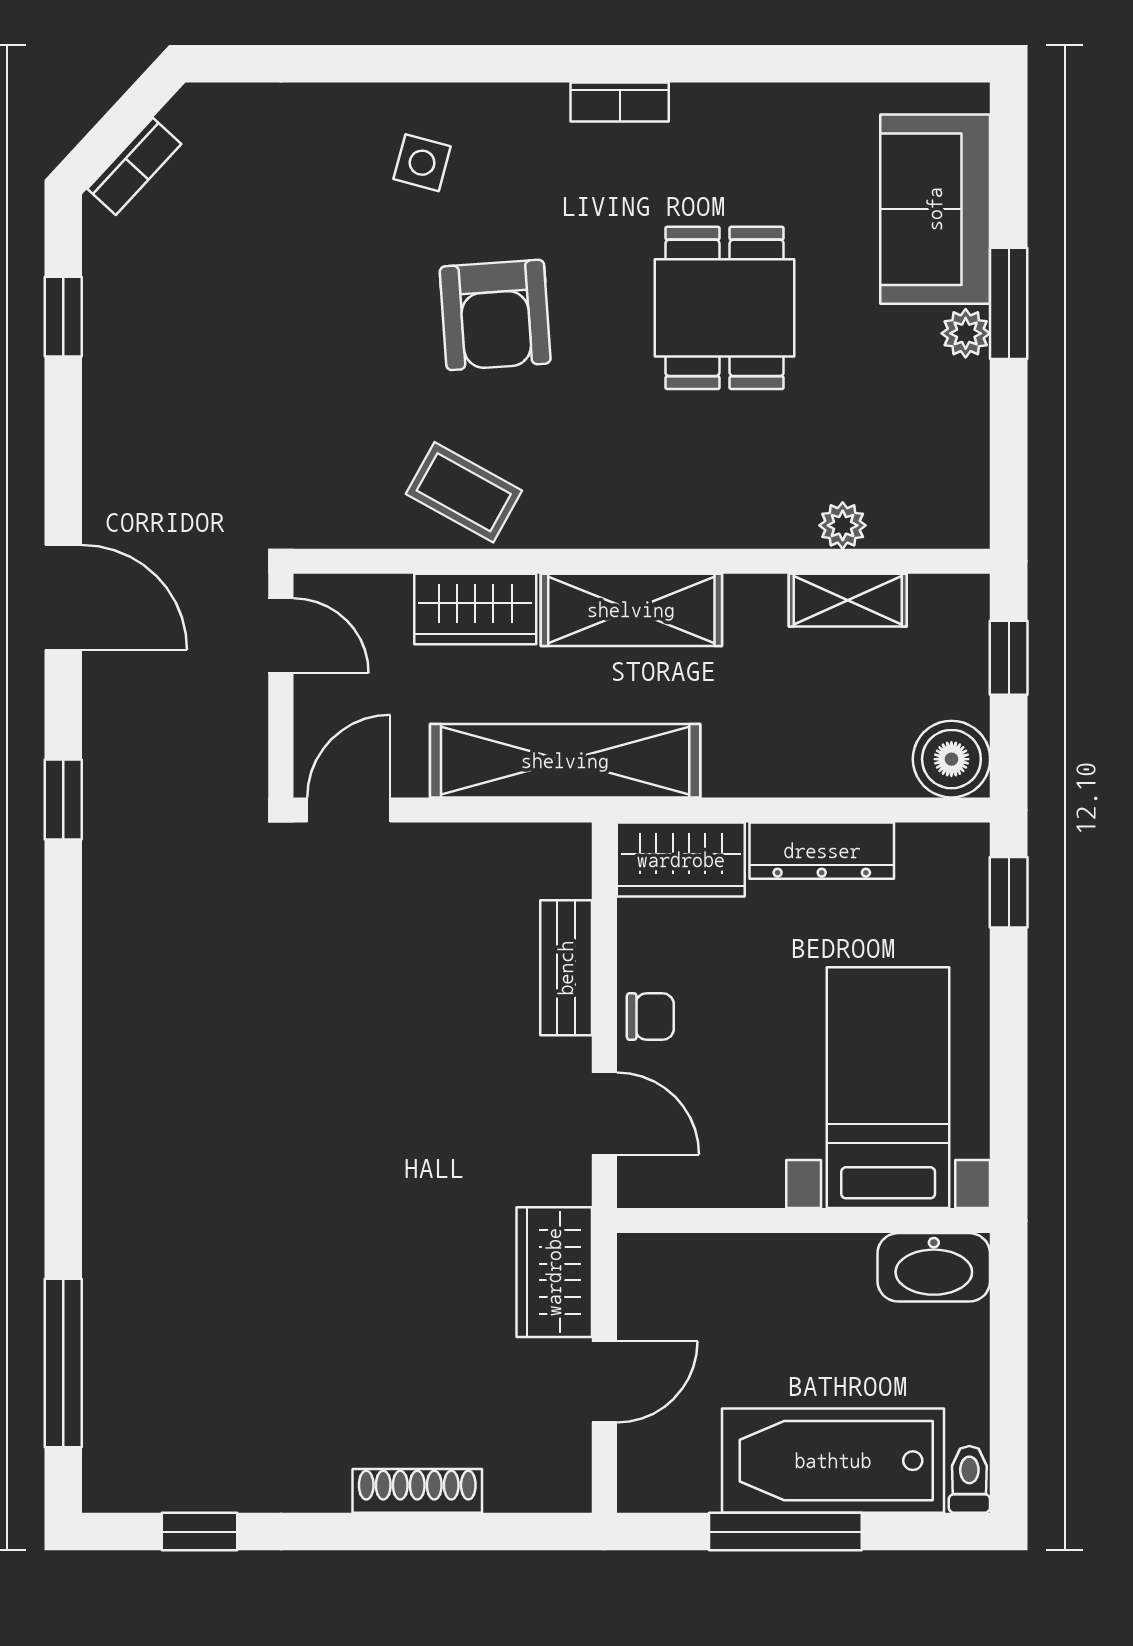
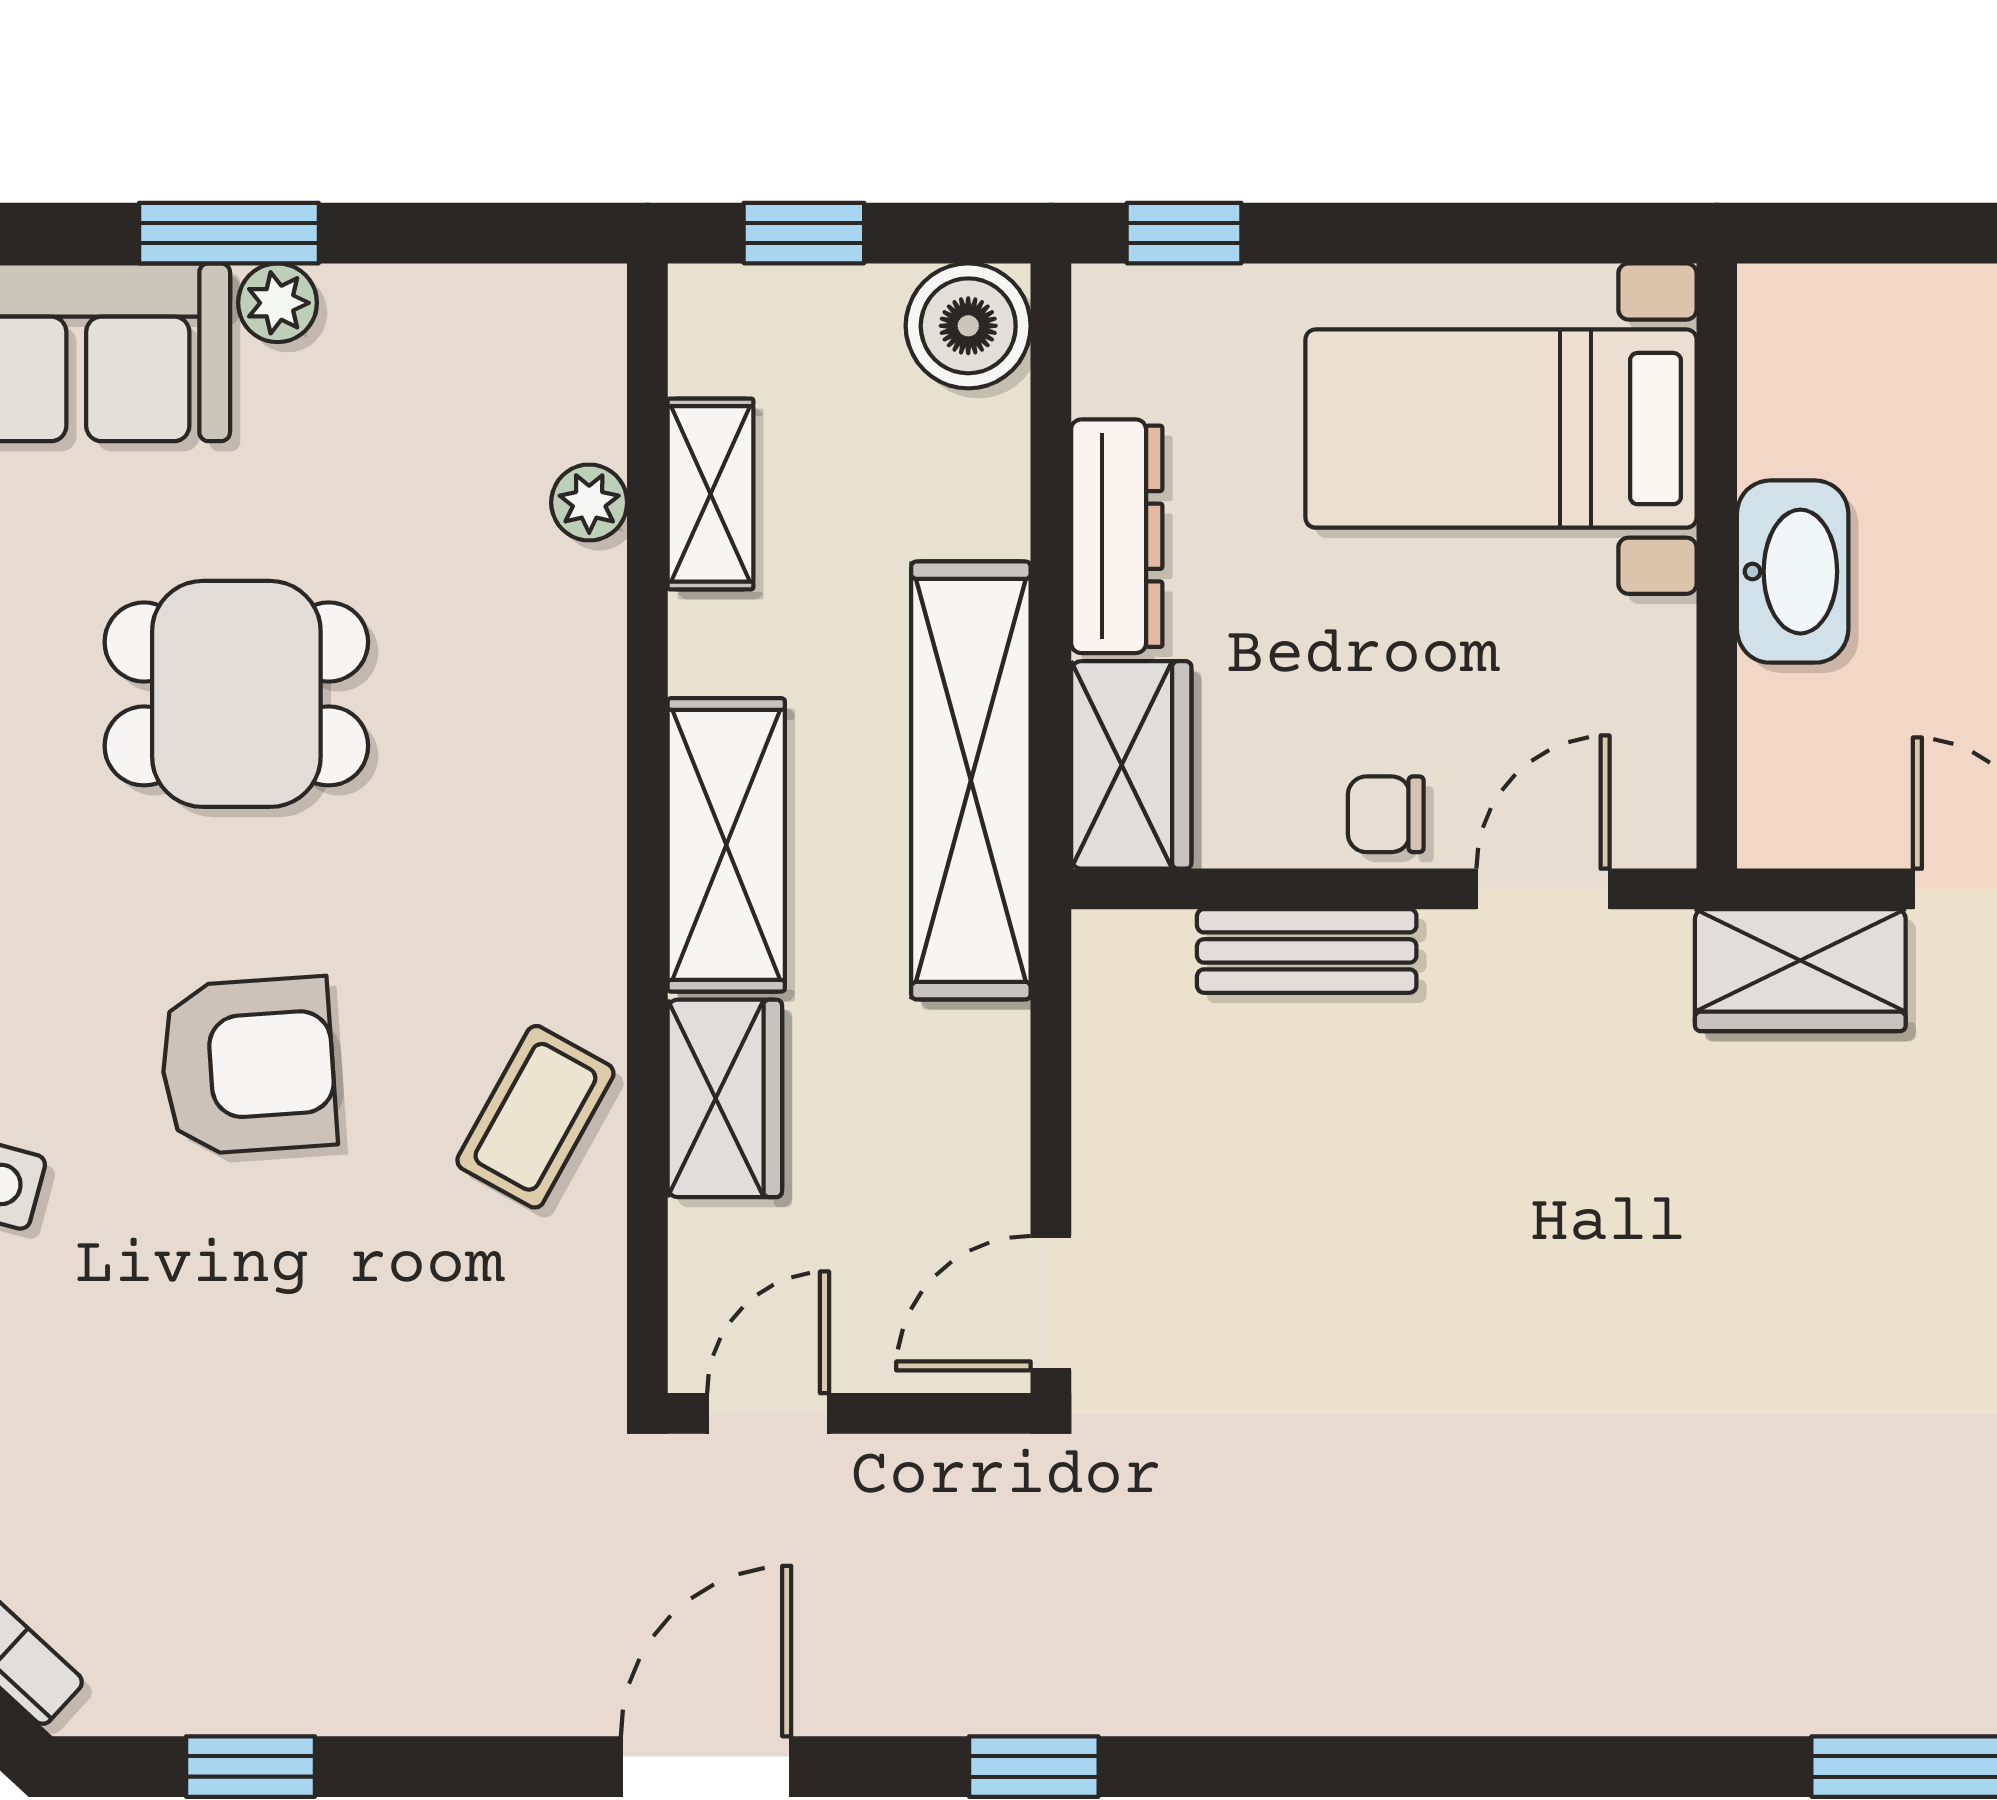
shelving: (565, 761) -> (971, 780), moved
door: (349, 810) -> (1051, 1303), hinge flipped
chair: (650, 1017) -> (1386, 814), turned -90
washbasin: (934, 1267) -> (1793, 572), moved

